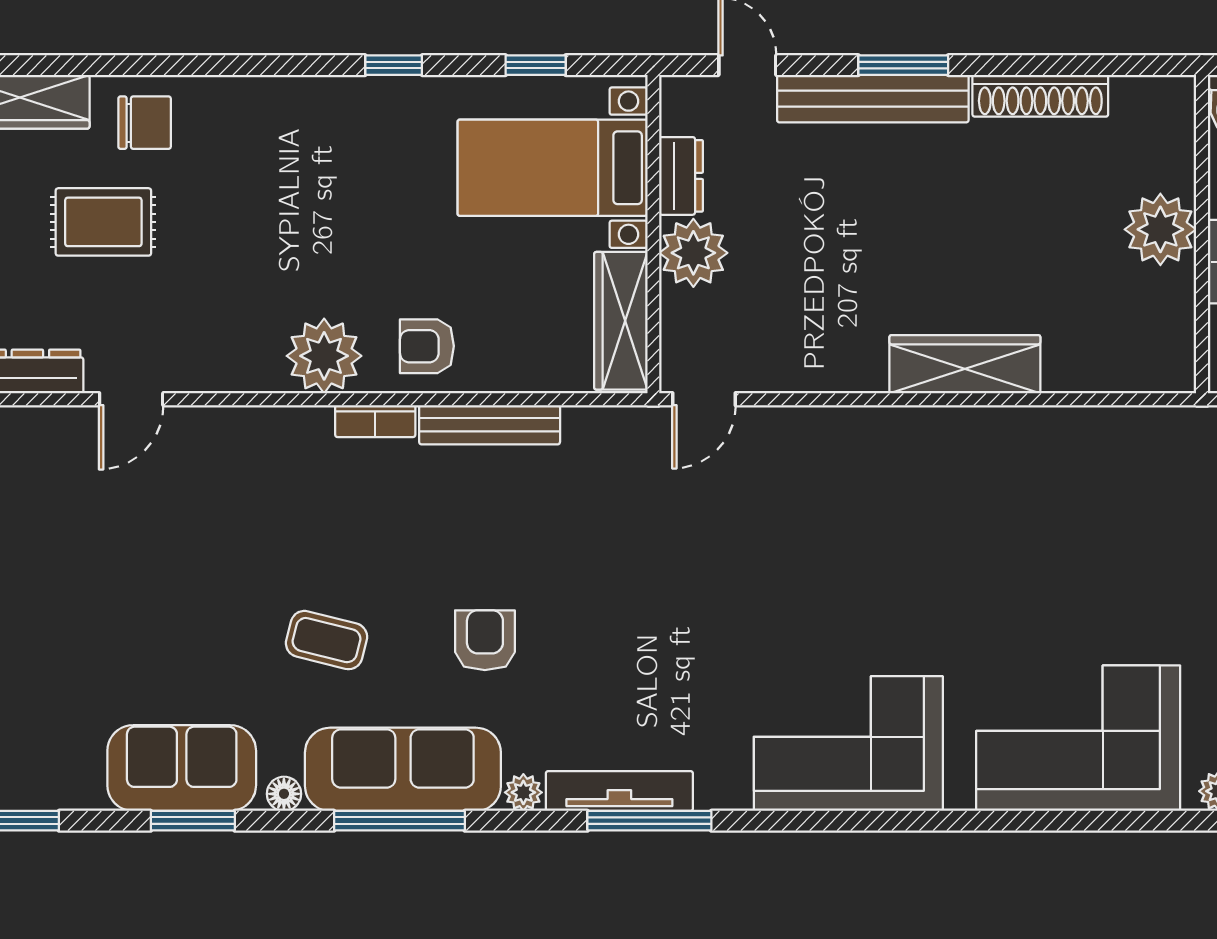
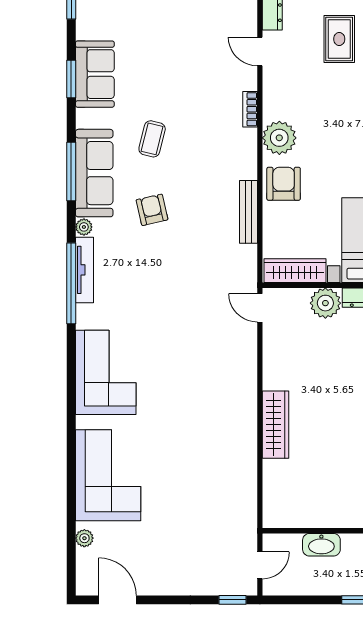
plant: (1160, 229) -> (336, 512), removed
armchair: (427, 346) -> (284, 184), width x1.38, depth x1.38
bookcase: (375, 421) -> (250, 109), moved
armchair: (485, 640) -> (152, 210), turned -103
floor lamp: (284, 794) -> (83, 120), removed
window: (649, 821) -> (71, 283), width x1.46

